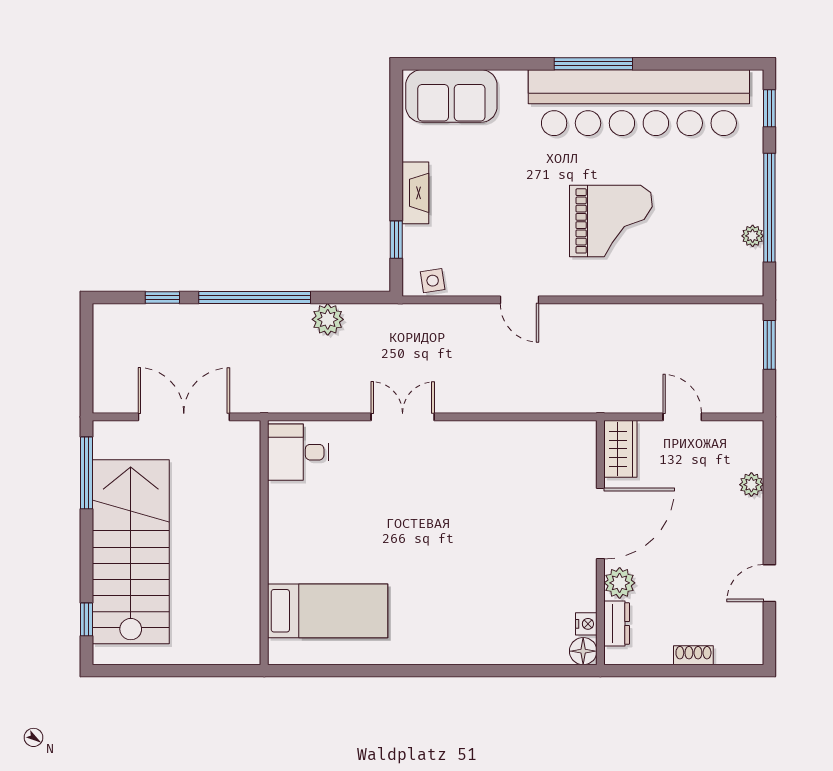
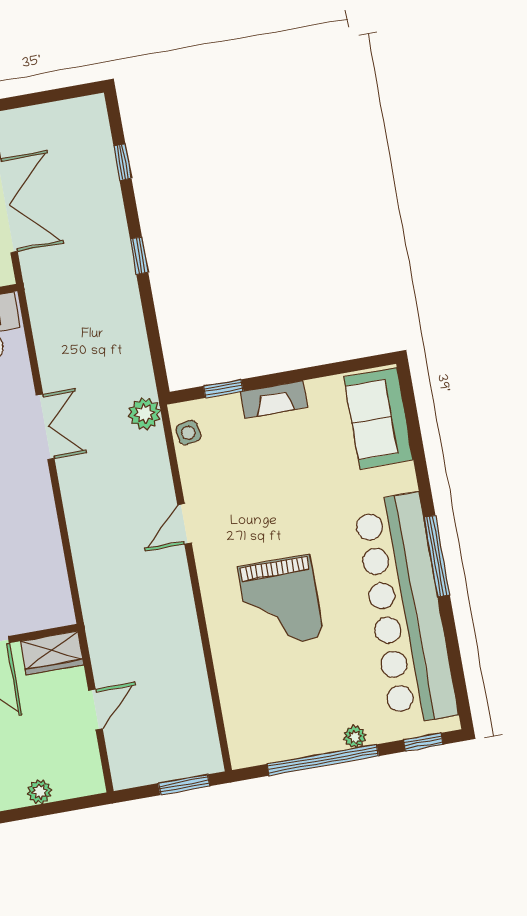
plant: (753, 236) -> (355, 737), moved
window: (255, 298) -> (139, 256), width x0.32
plant: (328, 319) -> (145, 414), moved

